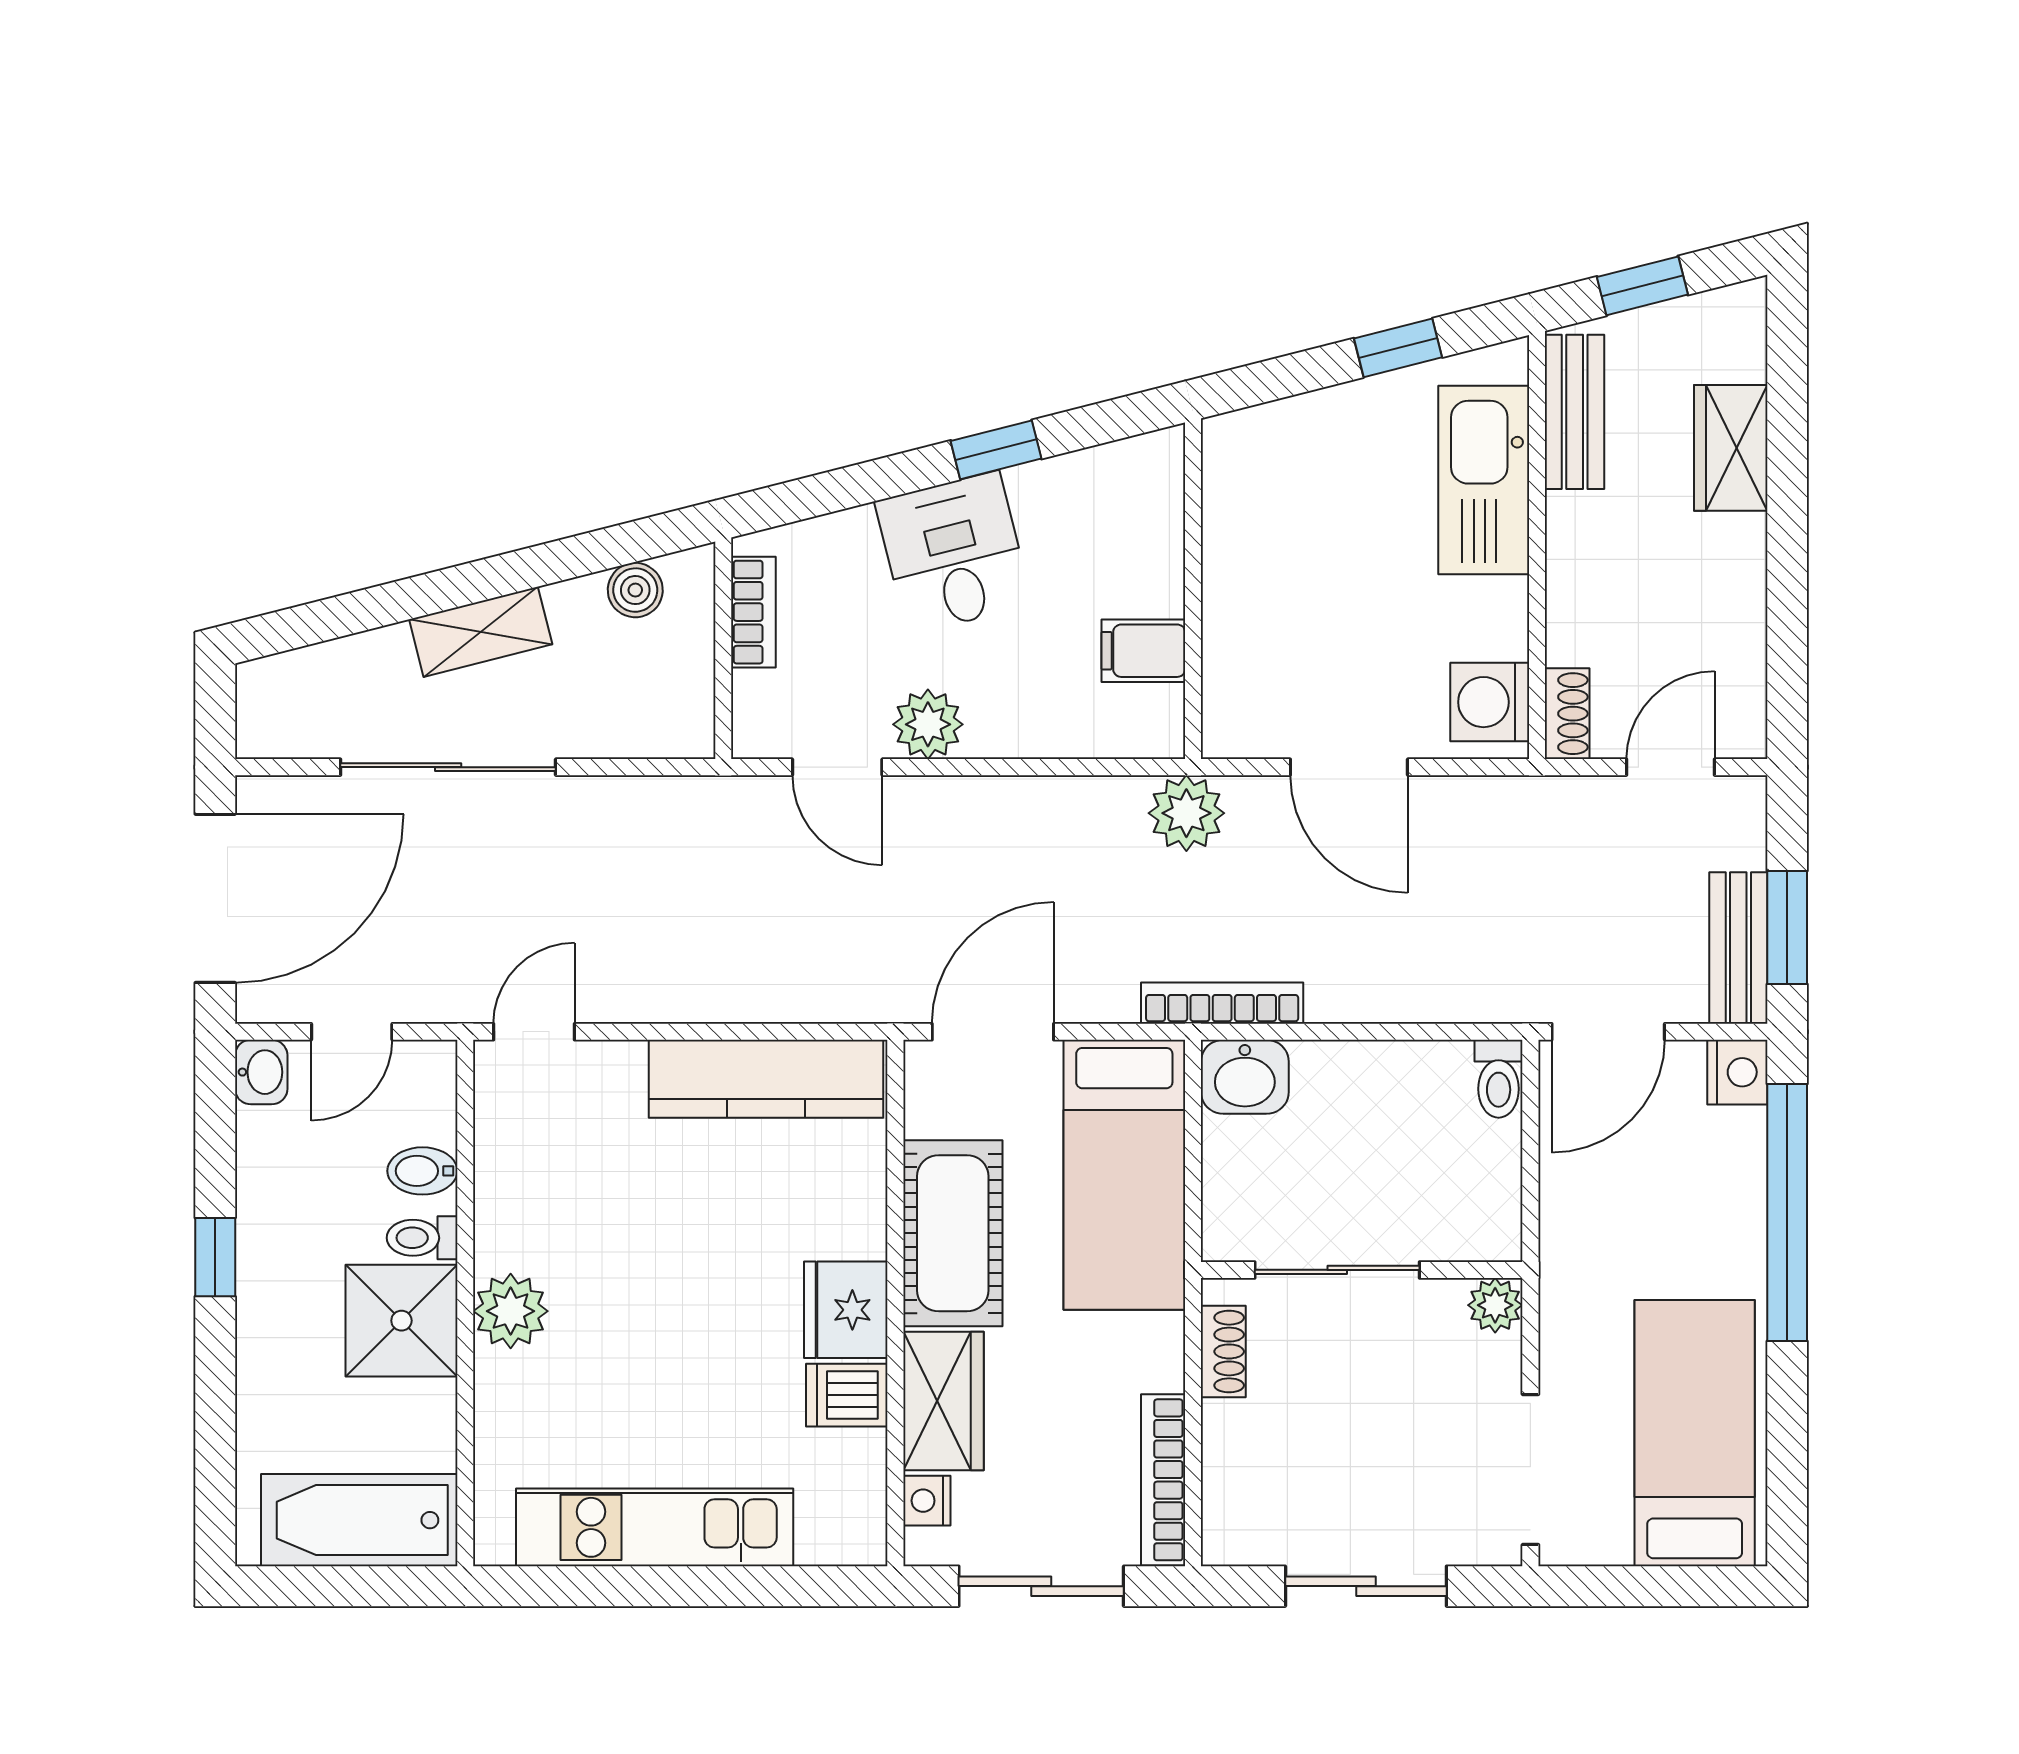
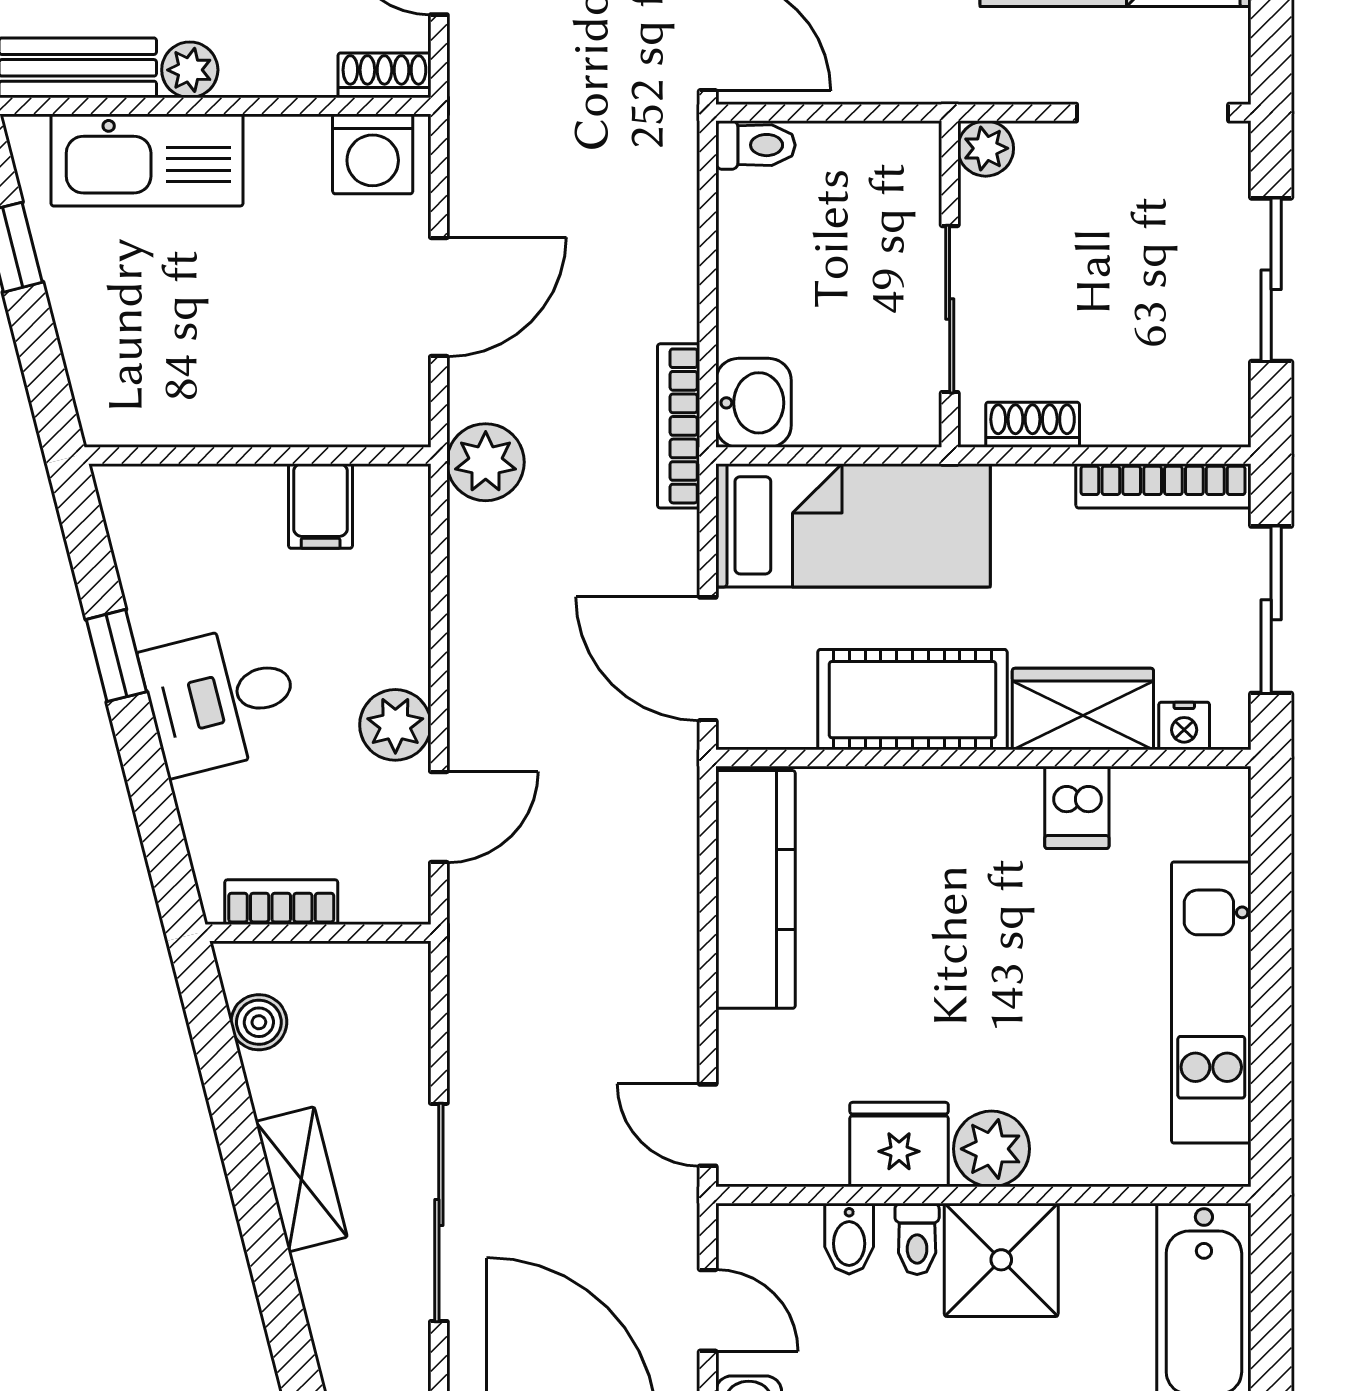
plant: (1573, 522) -> (190, 70), added
fridge: (846, 1310) -> (899, 1145), moved, turned 180

